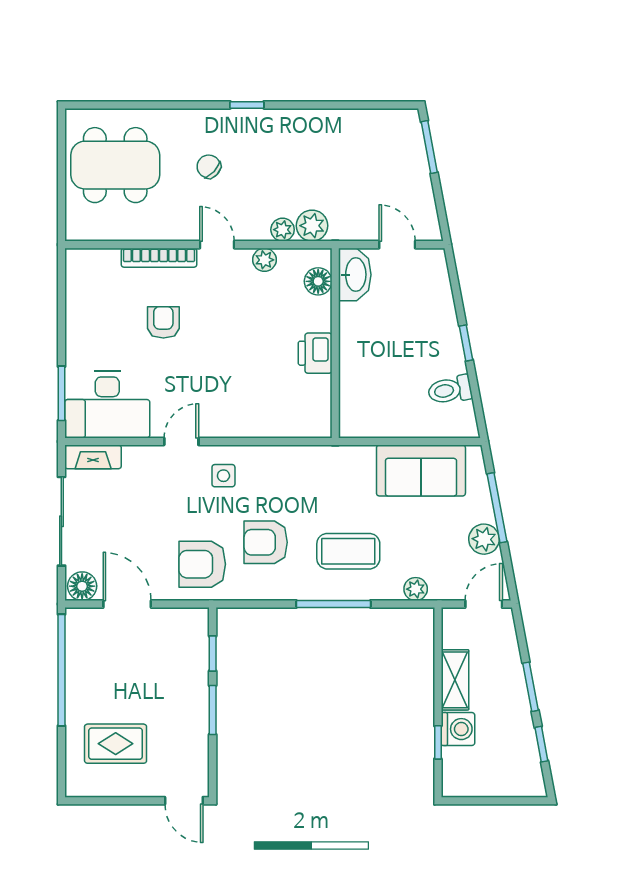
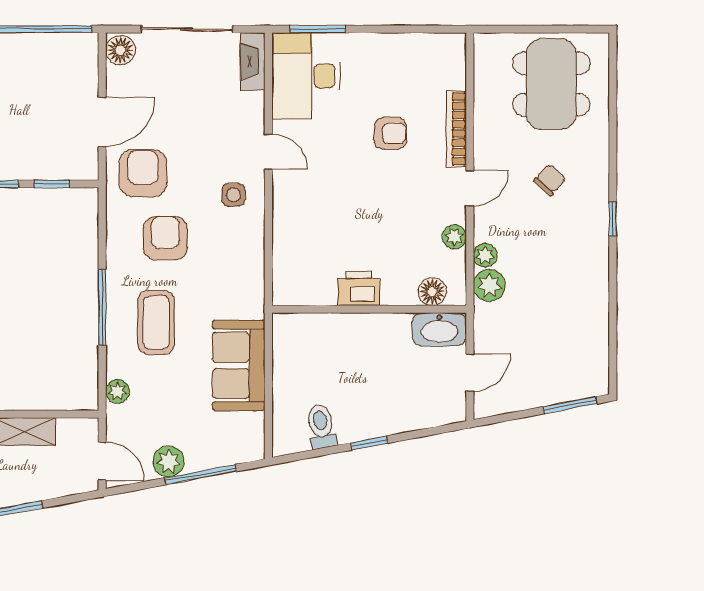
sofa: (421, 470) -> (239, 365), moved
door: (127, 604) -> (102, 122), moved

